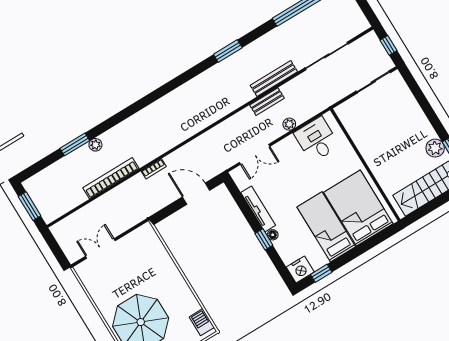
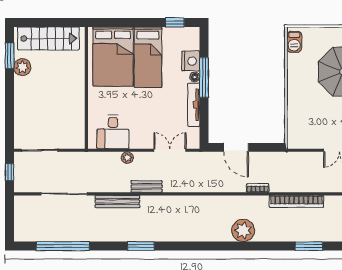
bench: (267, 102) -> (147, 186), moved
plant: (95, 145) -> (243, 230), moved, width x1.87, depth x1.87
window: (264, 239) -> (204, 78), width x2.17
nightstand: (300, 269) -> (191, 61), moved, turned 90

